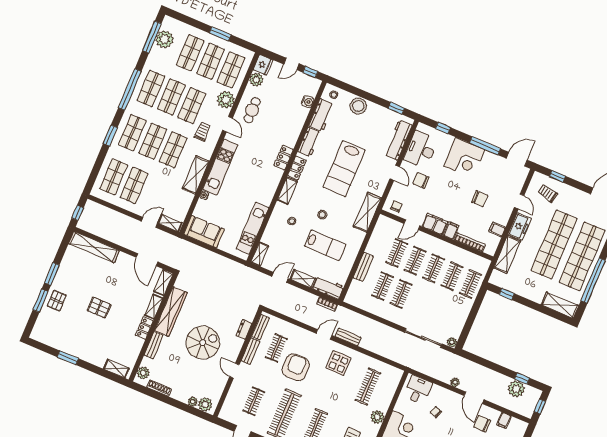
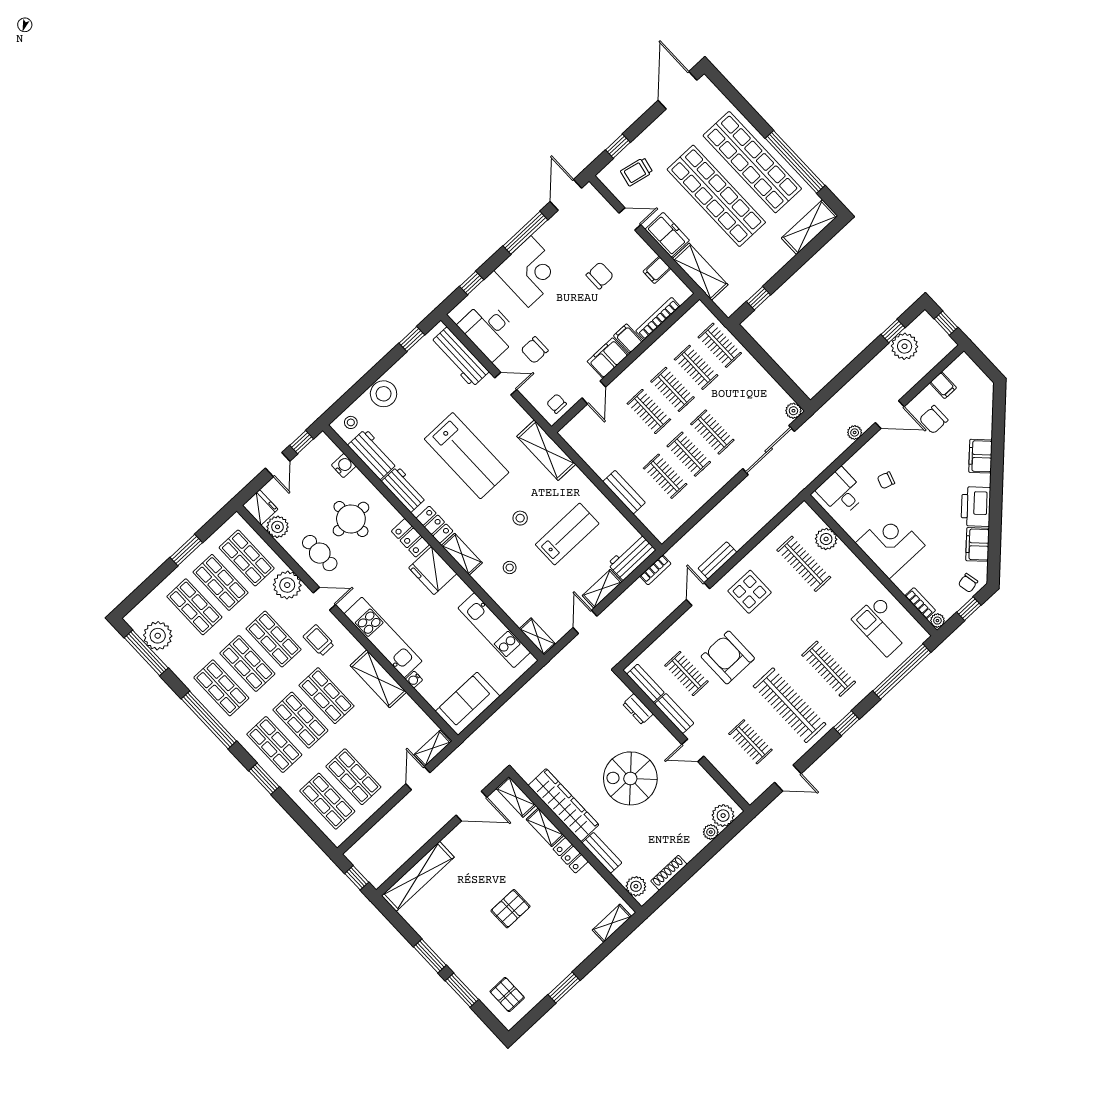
round table: (279, 119) -> (351, 519), added
fridge: (271, 178) -> (433, 571), added
clothes rail: (397, 253) -> (712, 432), moved
pallet: (57, 301) -> (507, 995), moved
spiral stairs: (203, 343) -> (630, 778), turned -90
plant: (377, 417) -> (826, 539), moved

